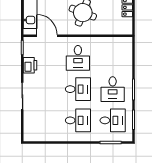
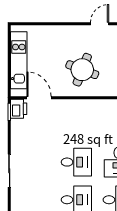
desk: (78, 58) -> (76, 124), removed
printer: (30, 65) -> (19, 109), moved

